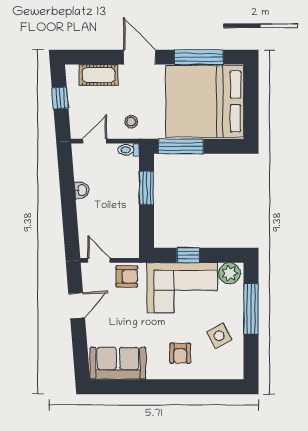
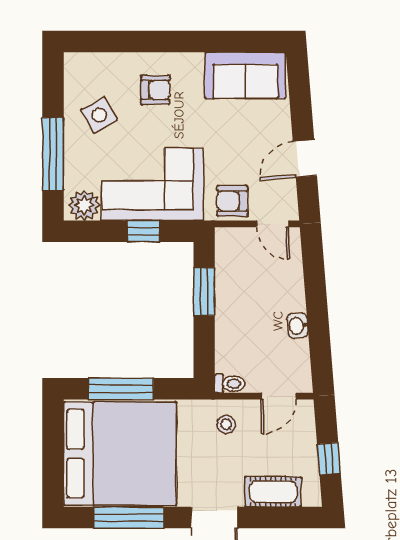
window: (181, 146) -> (121, 389), moved
window: (146, 188) -> (204, 292), moved
armchair: (180, 353) -> (155, 90), turned 90

